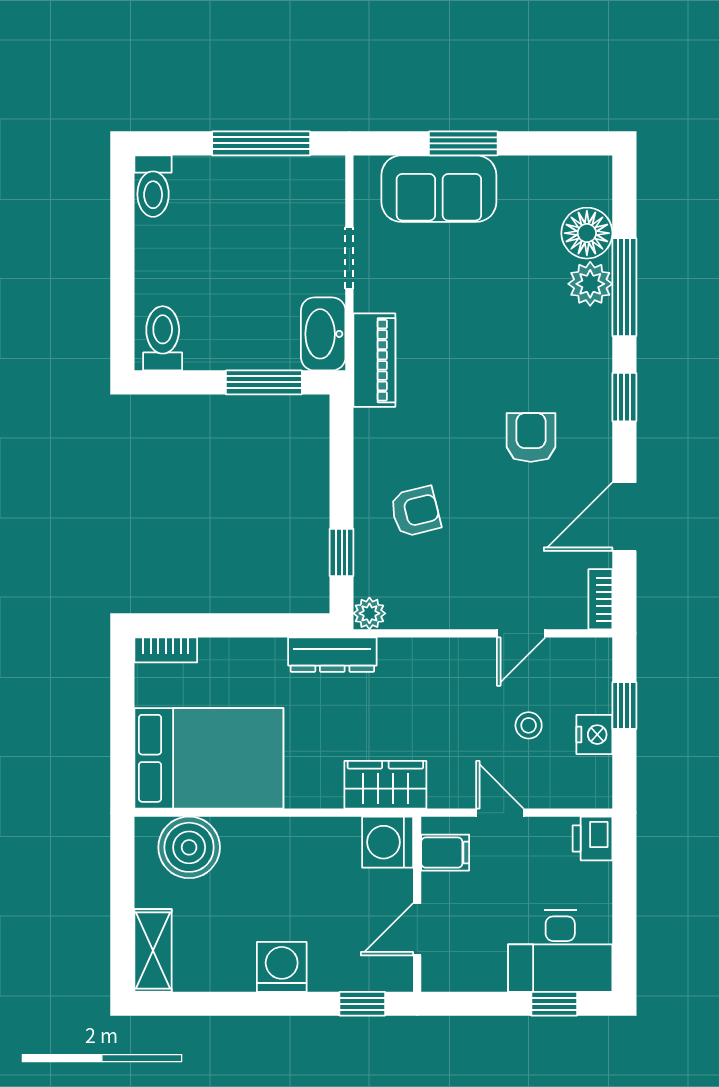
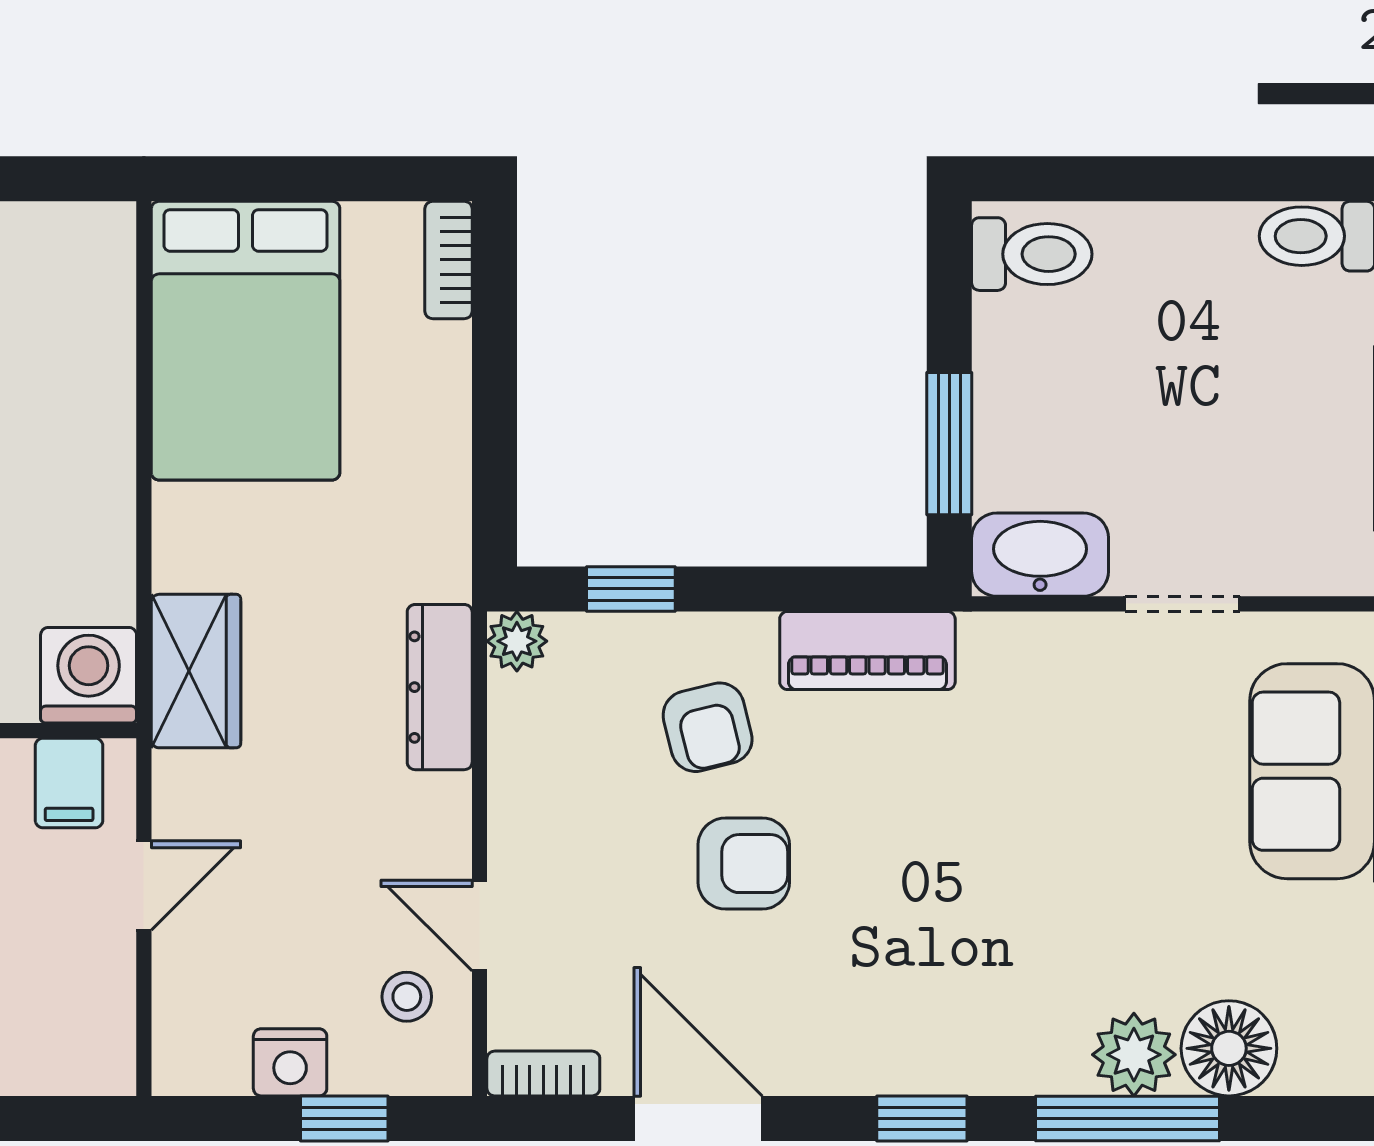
piano: (374, 360) -> (867, 651), moved
armchair: (531, 437) -> (744, 864), moved
dresser: (332, 655) -> (440, 687), moved
stool: (529, 725) -> (407, 997), moved
printer: (592, 838) -> (95, 1059), removed
boiler: (189, 847) -> (79, 304), removed

